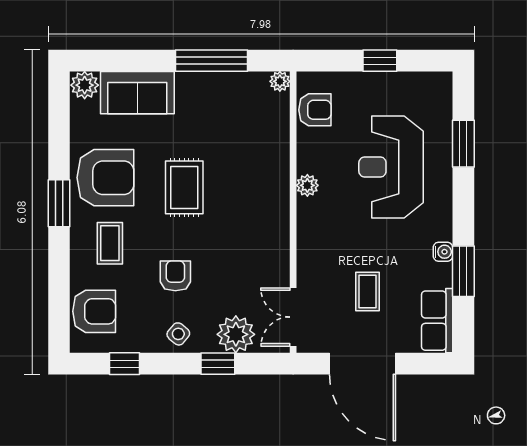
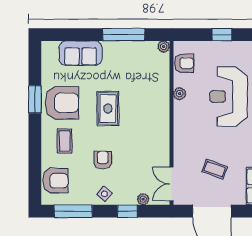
plant: (85, 85) -> (50, 49), removed
plant: (307, 185) -> (180, 94), moved
window: (59, 203) -> (35, 99), moved
coffee table: (367, 292) -> (215, 169), turned -70
plant: (236, 334) -> (143, 199), width x0.53, depth x0.53
window: (125, 364) -> (73, 211), width x2.17

